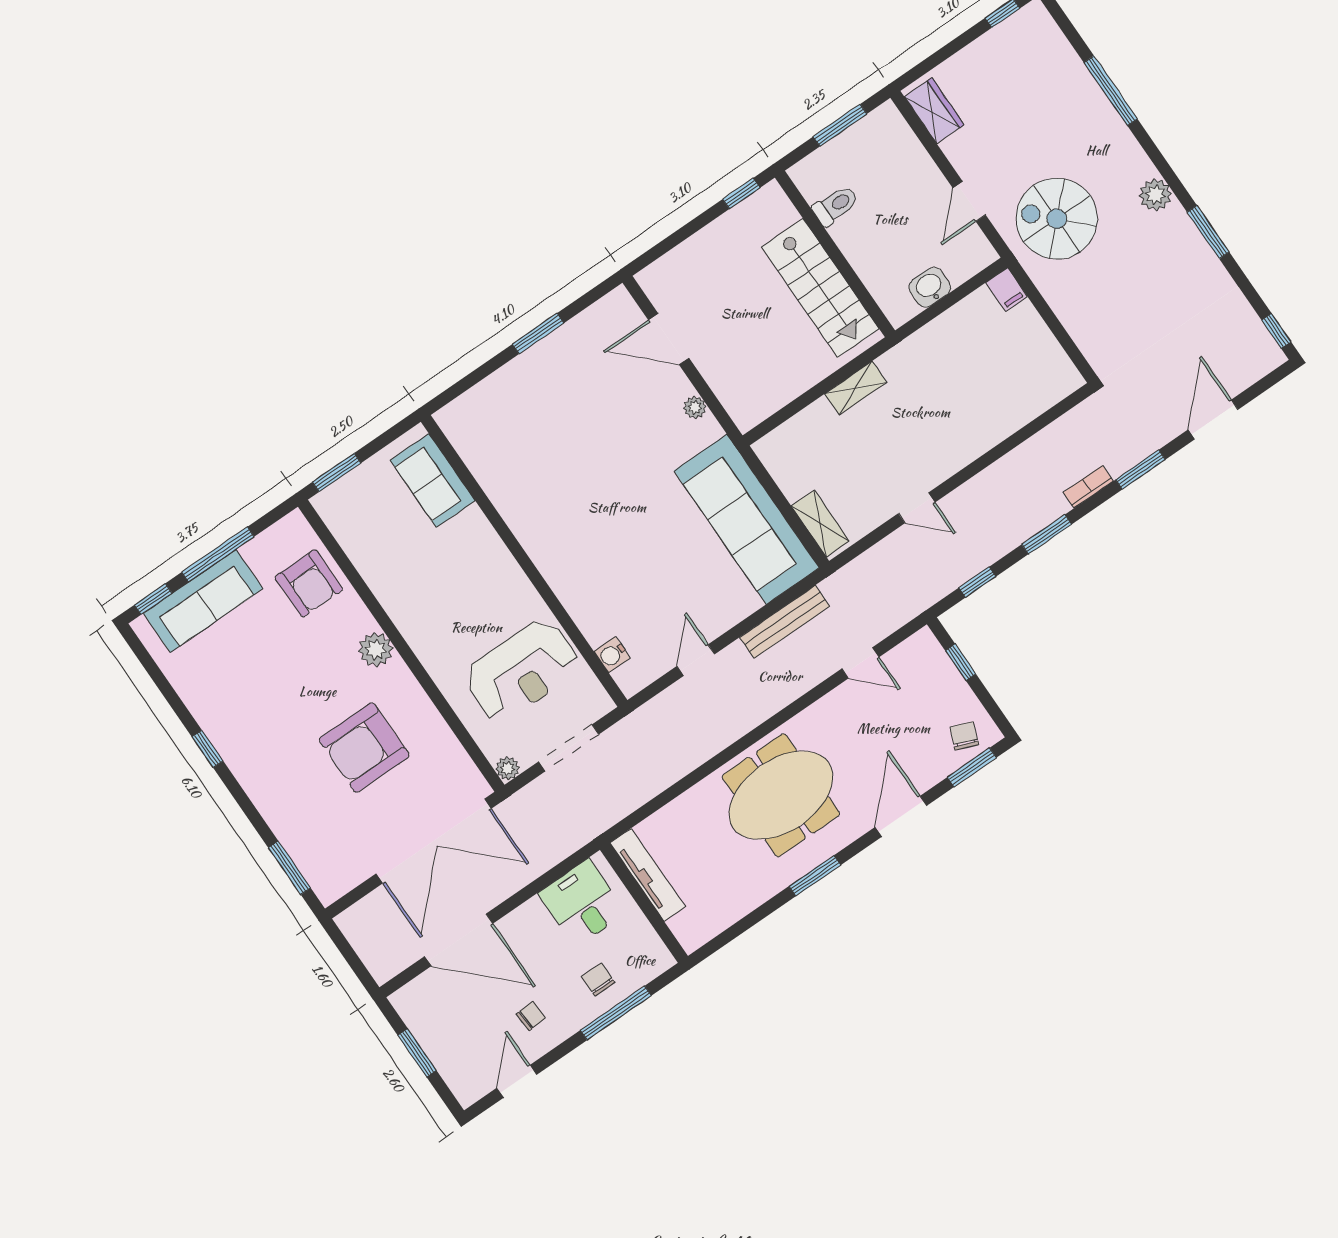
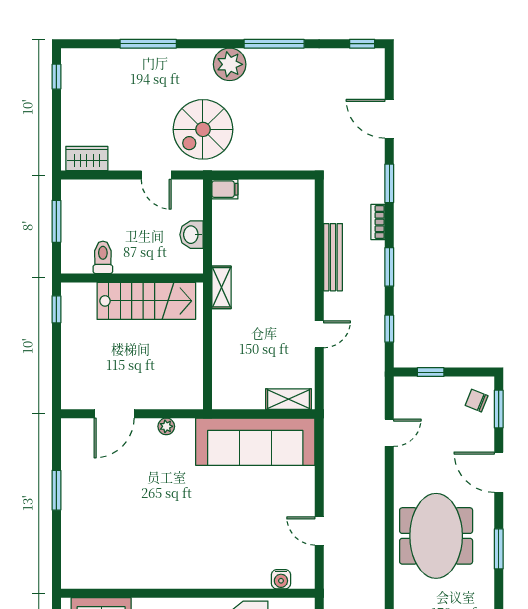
plant: (1155, 195) -> (230, 64), width x1.36, depth x1.36
window: (1208, 232) -> (274, 44), width x1.44
shelving: (856, 388) -> (221, 287), moved
bench: (785, 622) -> (333, 257), moved

